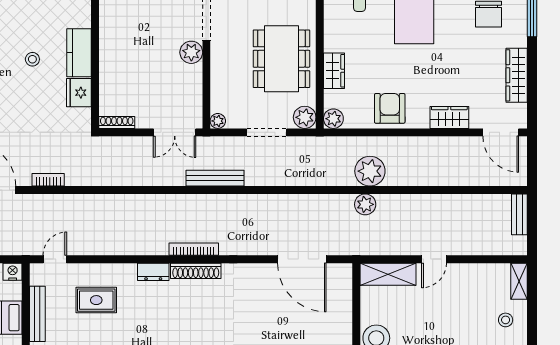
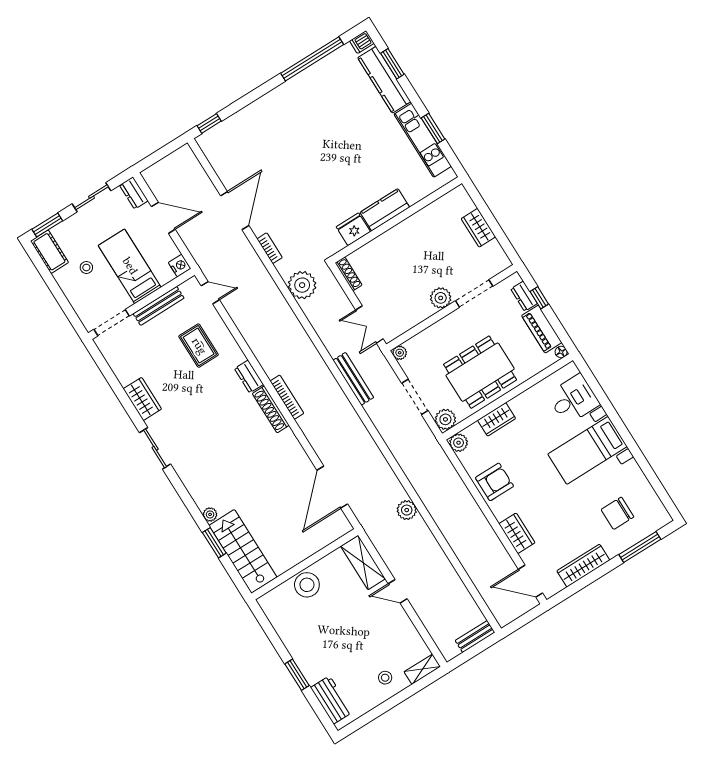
stool: (32, 59) -> (357, 176), removed
door: (501, 132) -> (530, 581), hinge flipped
plant: (370, 171) -> (302, 285), moved

